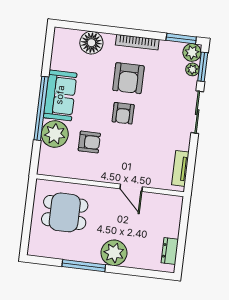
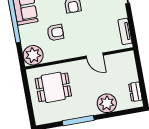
plant: (55, 134) -> (33, 55), moved
plant: (114, 253) -> (107, 103), moved

